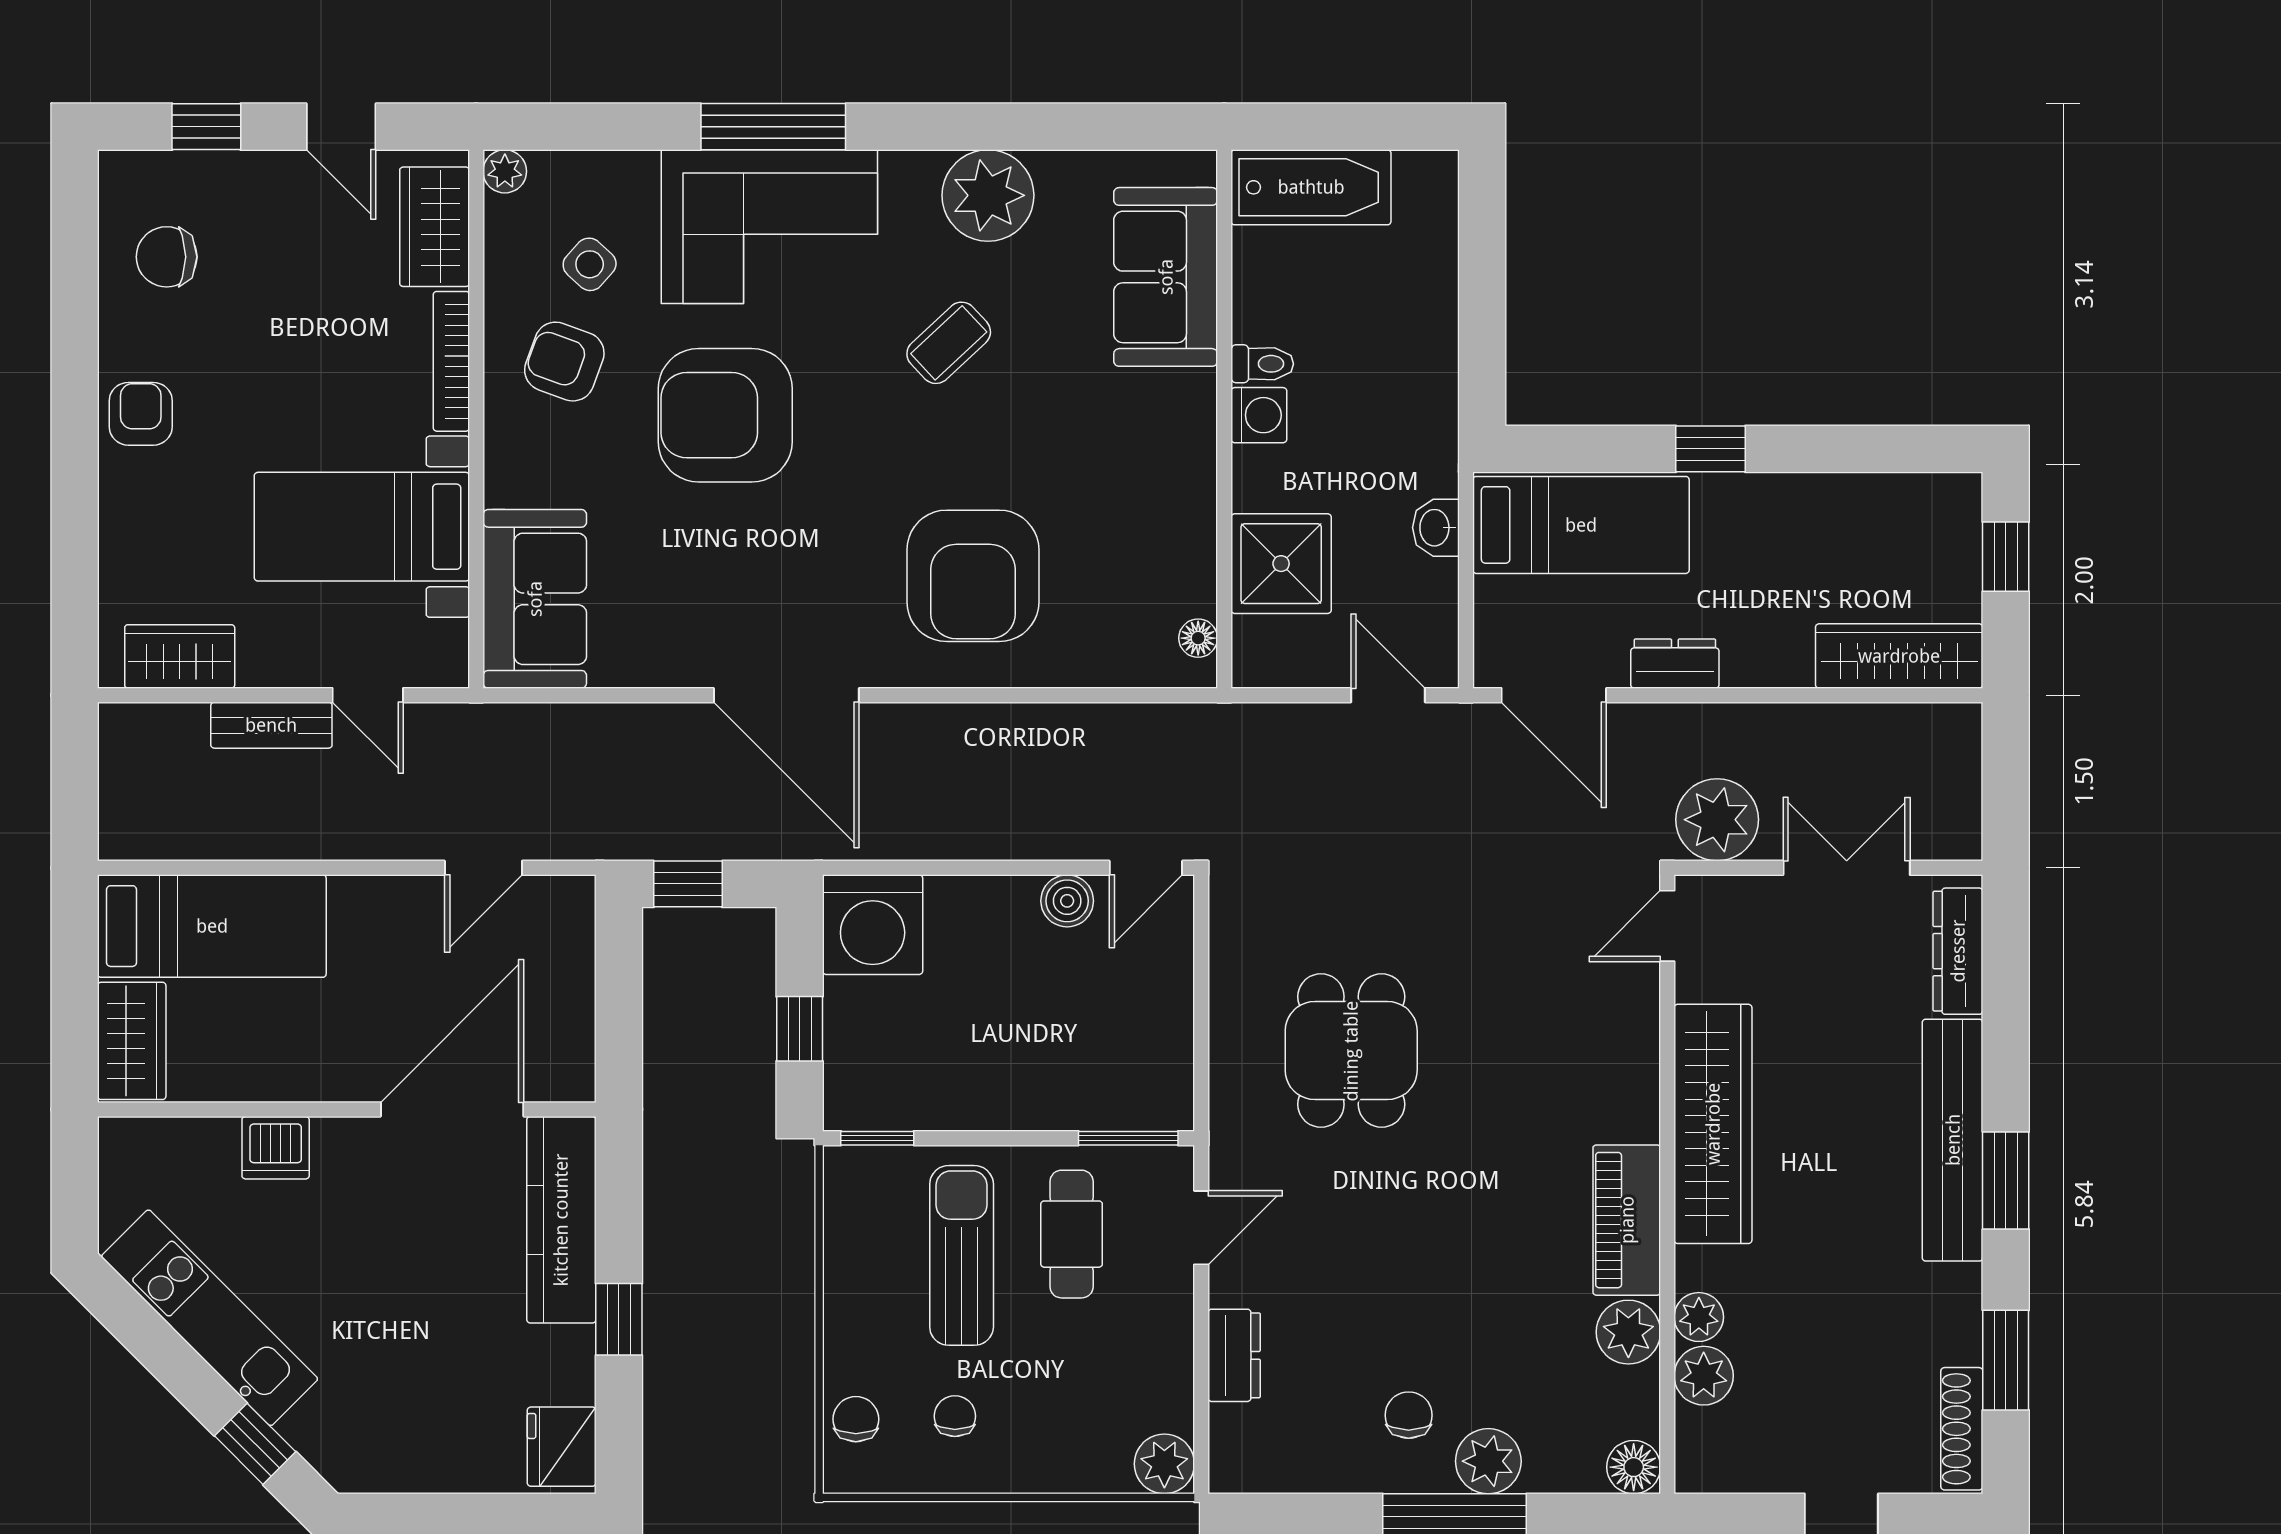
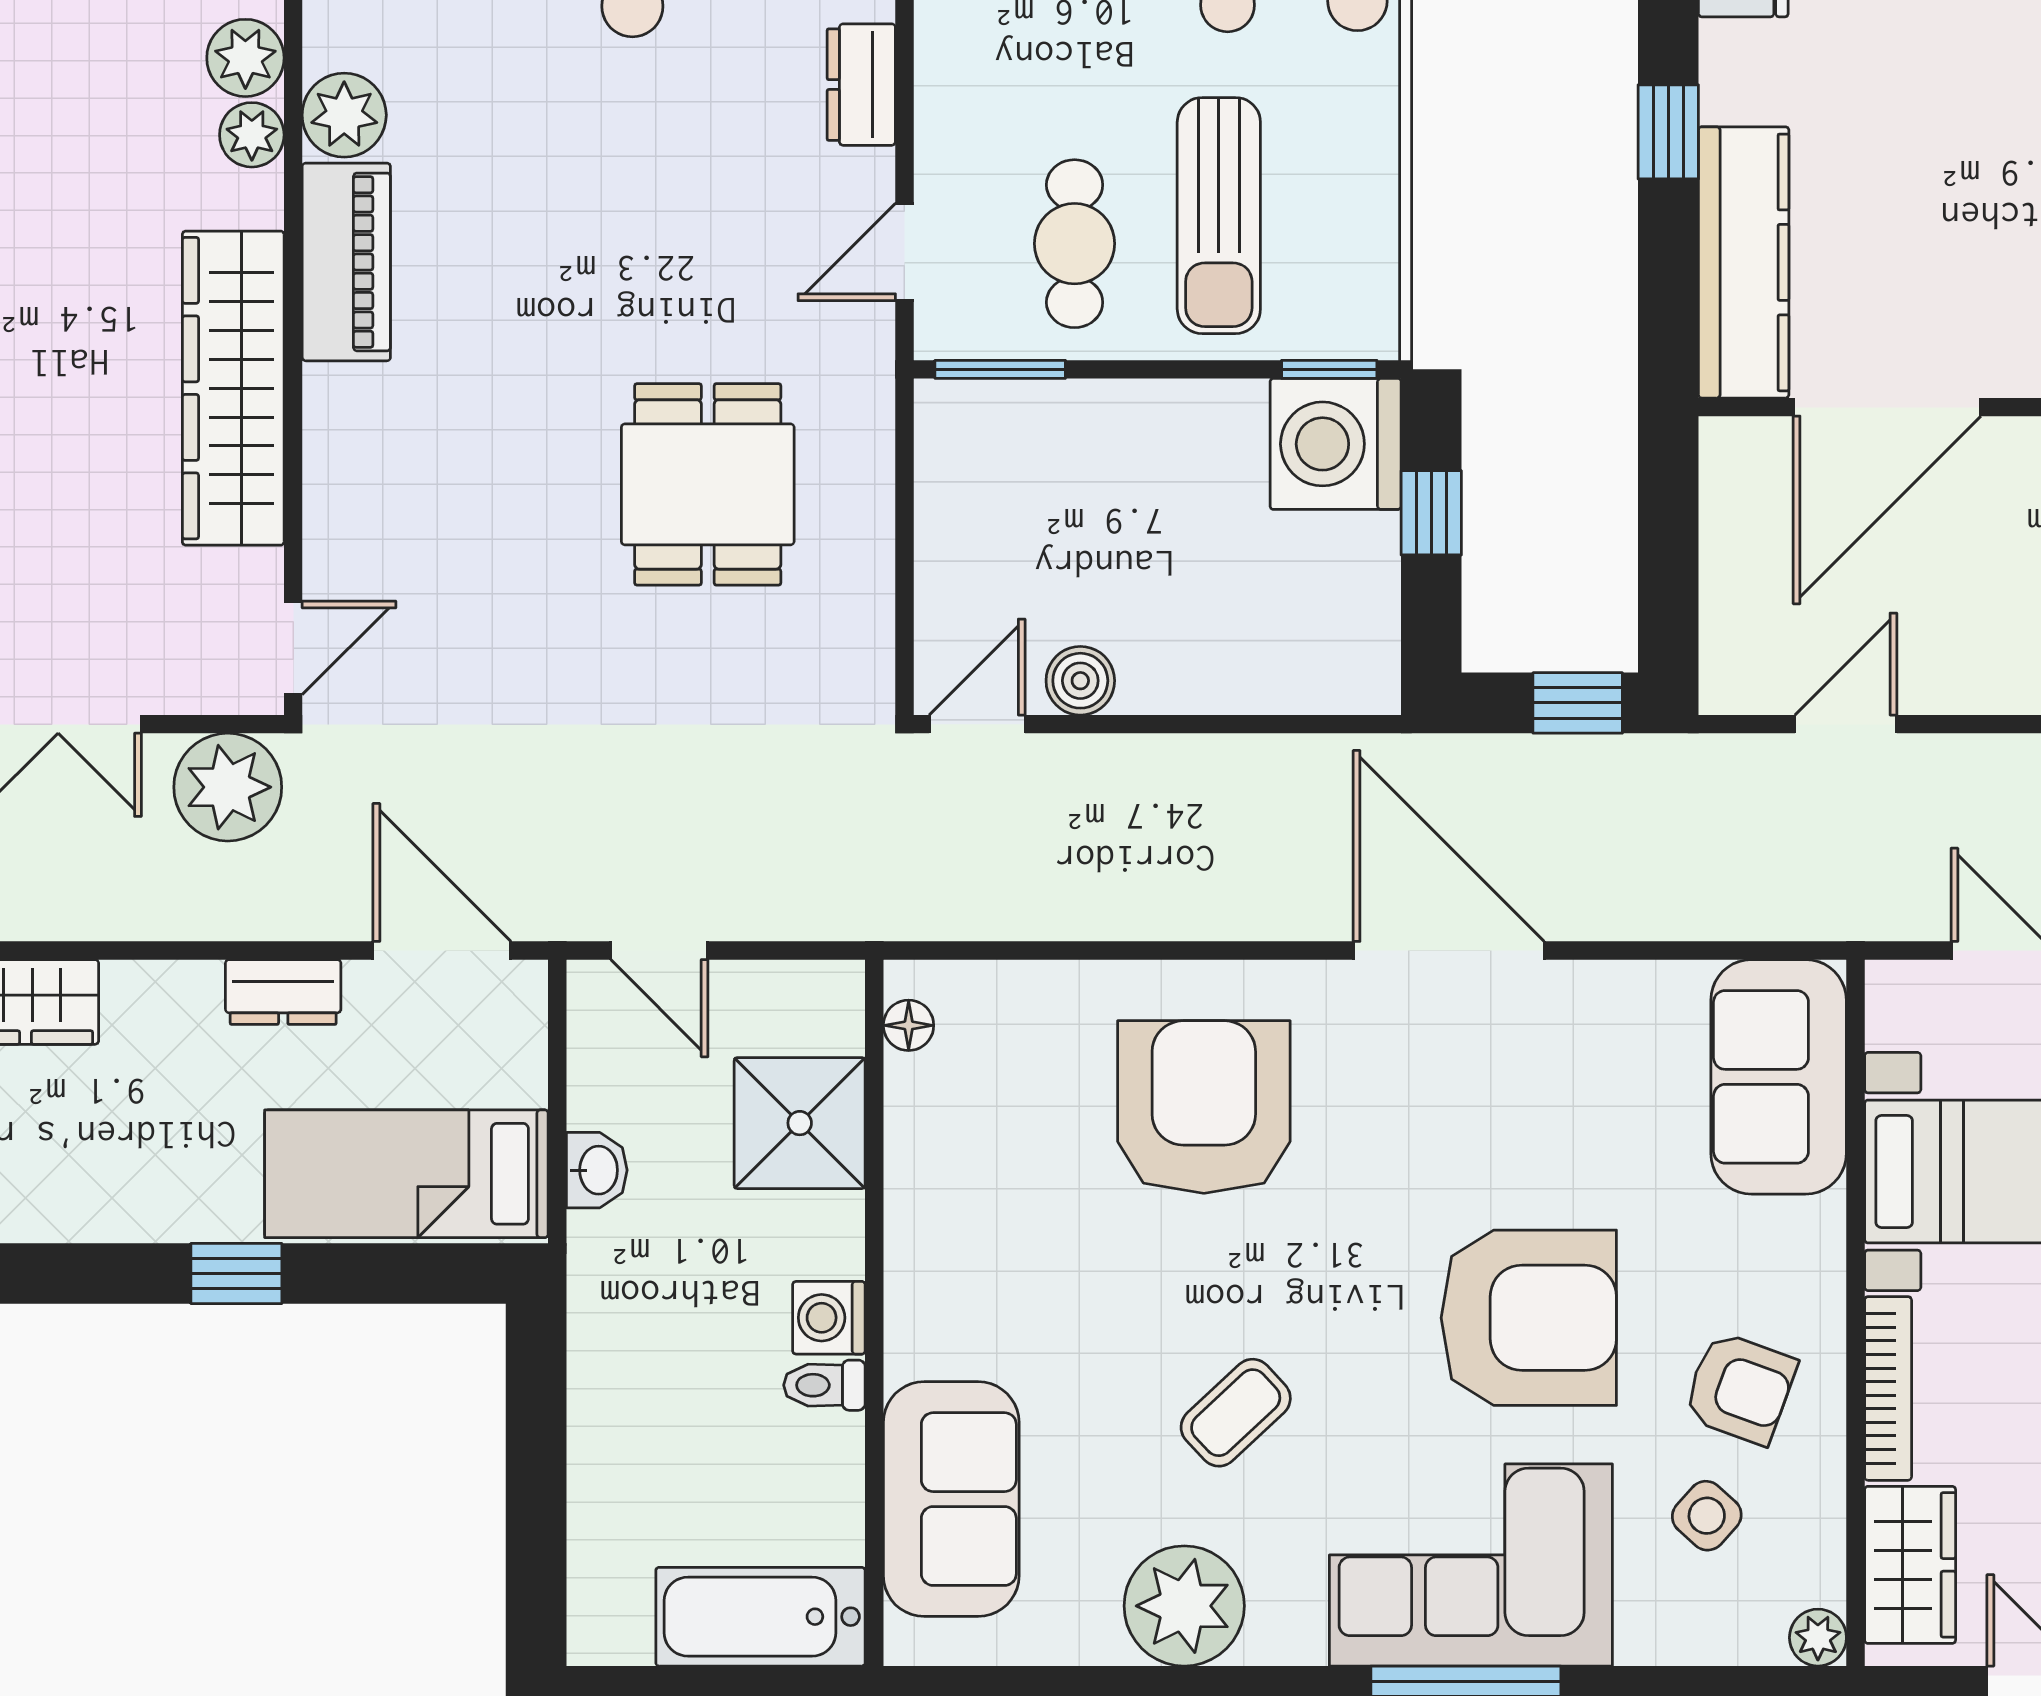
washing machine: (873, 925) -> (1336, 444), moved, turned -90

